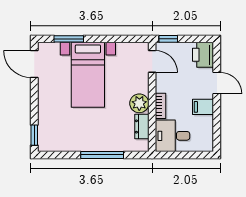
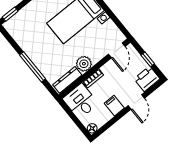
window: (168, 39) -> (148, 59), moved
dresser: (142, 126) -> (67, 80), width x1.44
floor lamp: (208, 146) -> (92, 128), added

